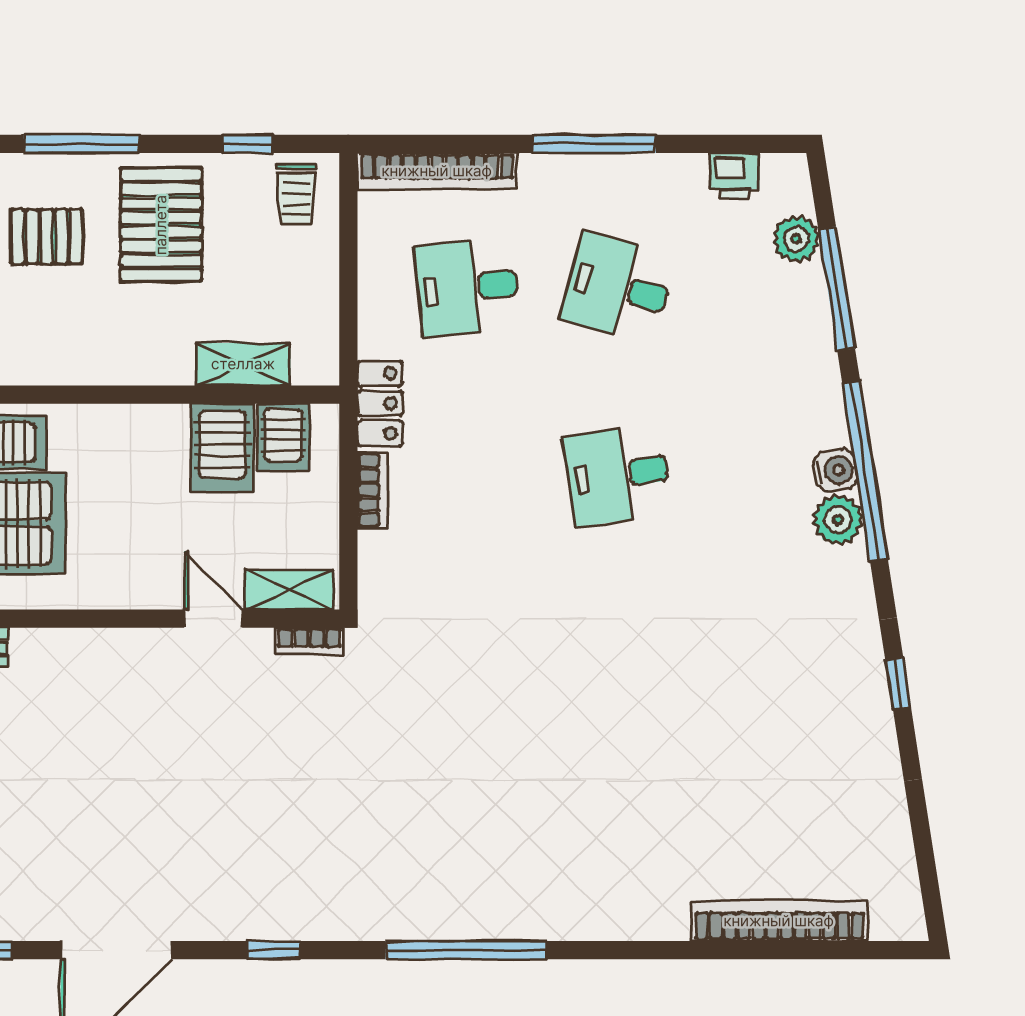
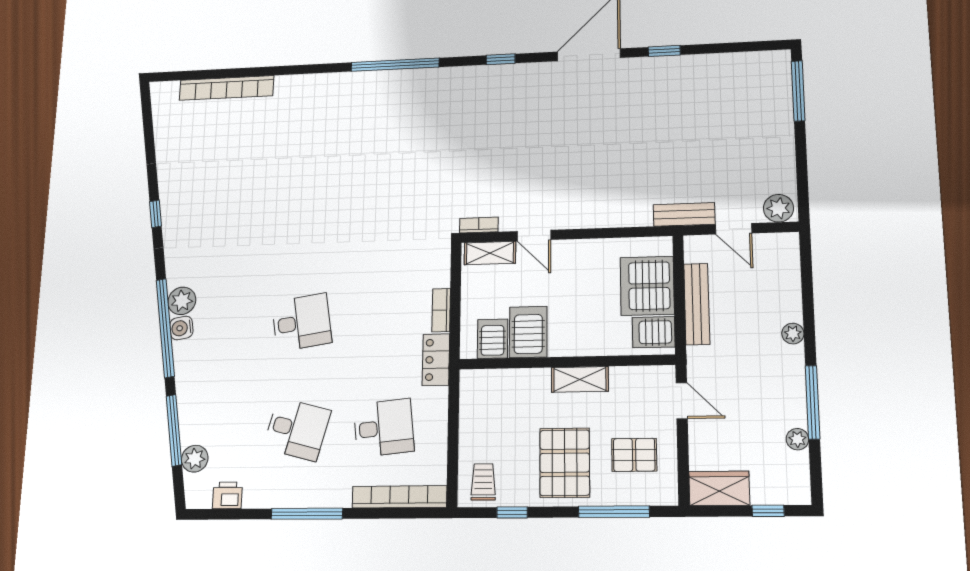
shelving: (243, 364) -> (580, 379), moved

